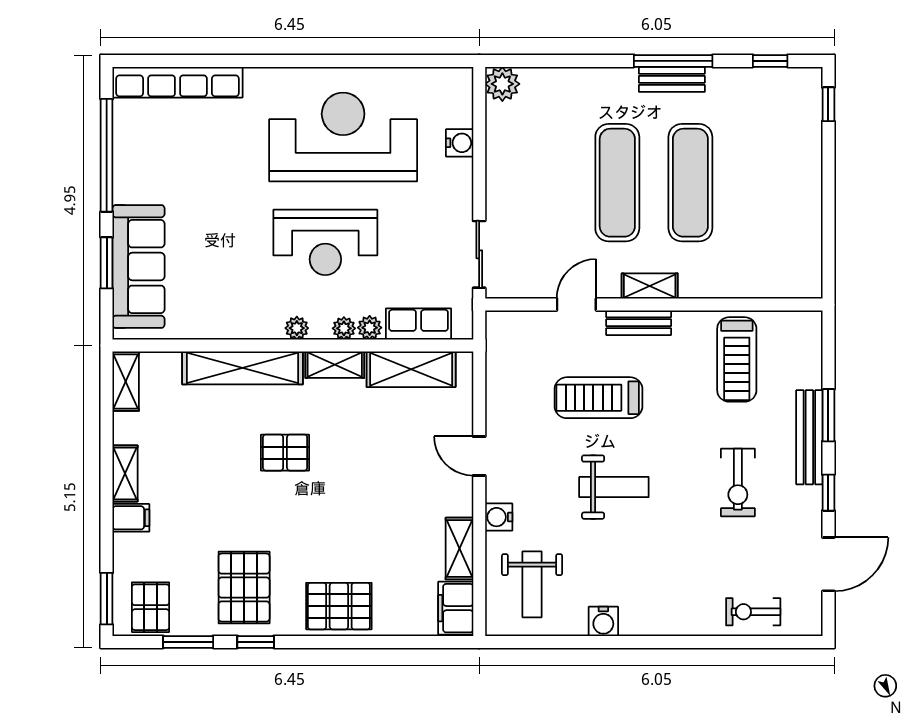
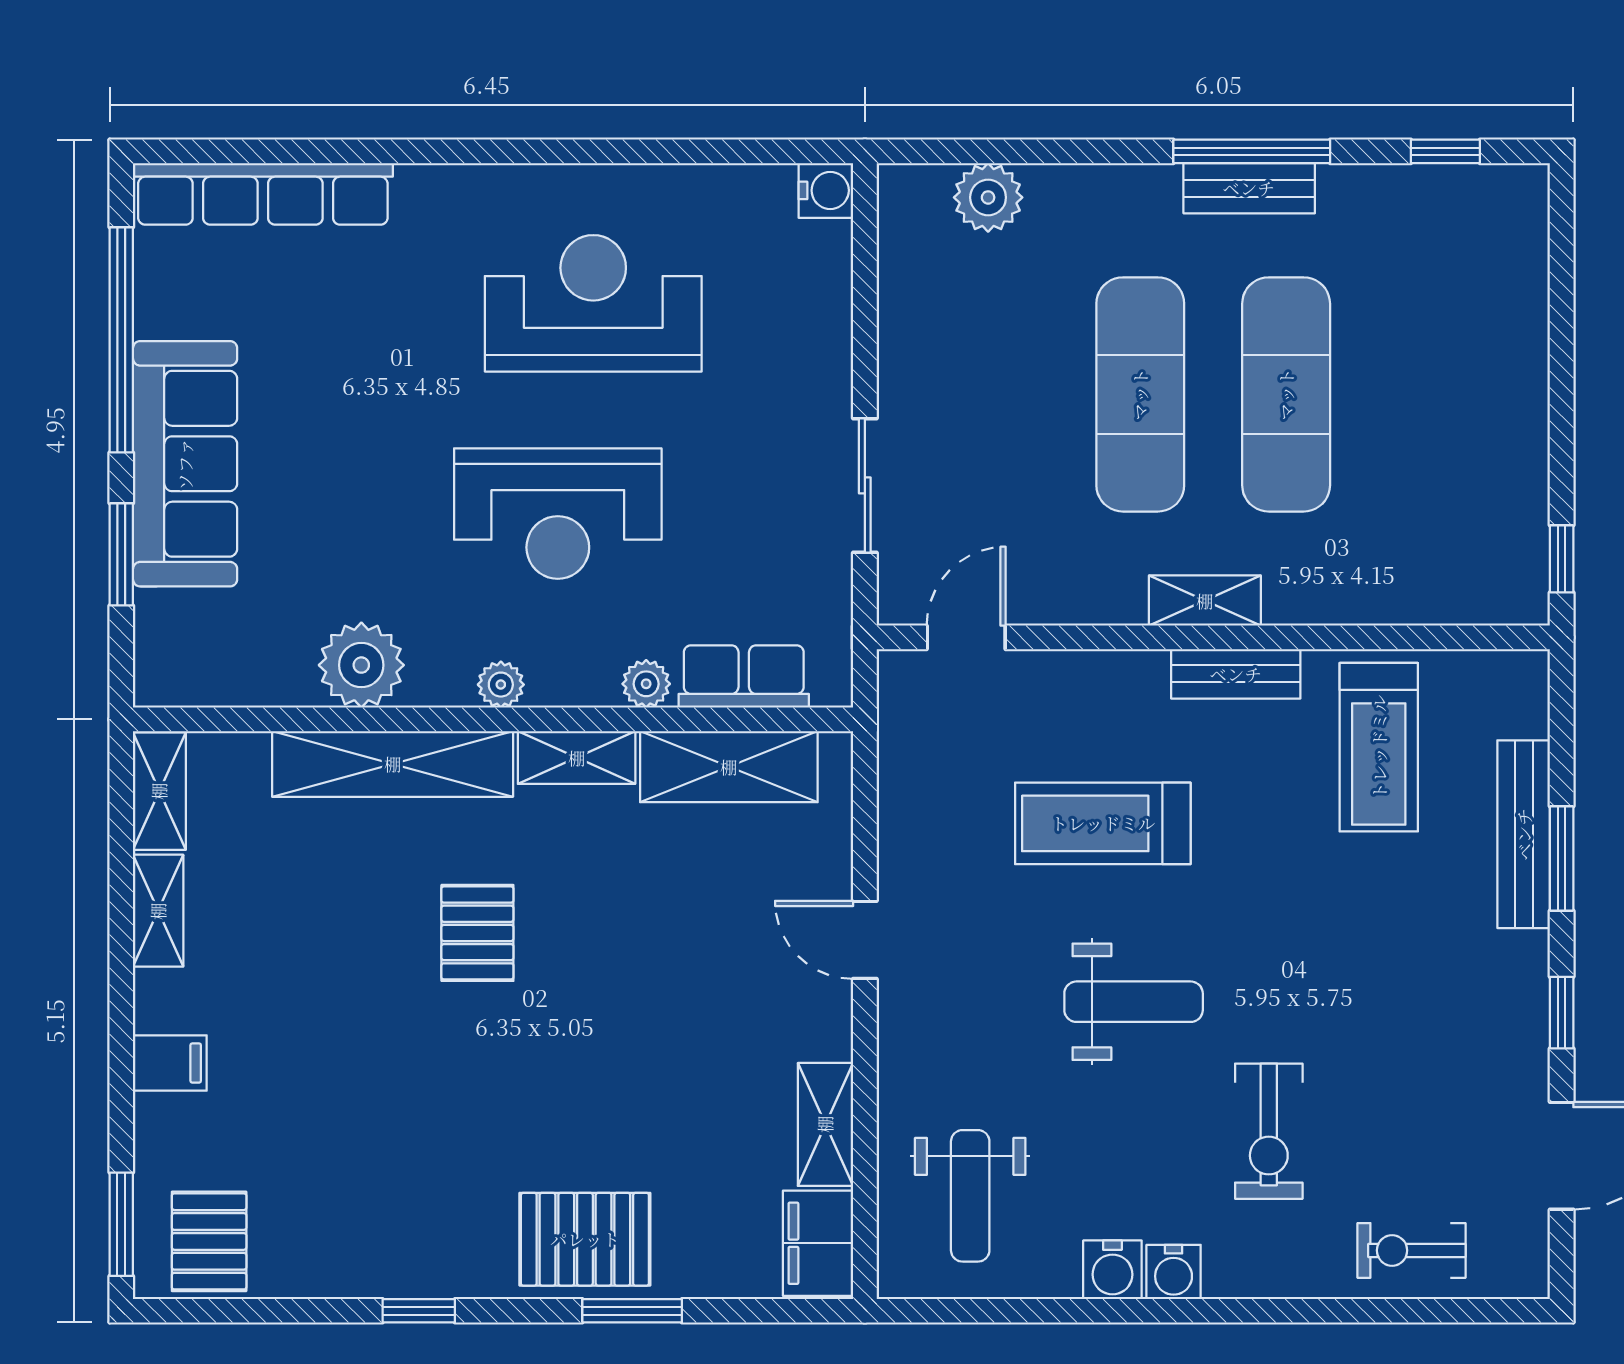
plant: (502, 84) -> (988, 197), moved
window: (828, 104) -> (1562, 559), moved
reception desk: (343, 137) -> (593, 303), width x0.74, depth x0.77
water cooler: (460, 143) -> (826, 190), moved
sliding door: (479, 254) -> (865, 485), moved
sofa: (139, 266) -> (185, 464), moved
door: (576, 304) -> (966, 637), moved
bench: (639, 323) -> (1236, 674), moved
plant: (344, 328) -> (361, 665), moved, width x1.88, depth x1.88
bench: (809, 437) -> (1524, 834), moved
pallet: (285, 453) -> (477, 933), turned 90
shelving: (125, 474) -> (158, 911), moved
exercise bike: (738, 482) -> (1269, 1131), moved
water cooler: (499, 517) -> (1174, 1272), moved, turned -90
pallet: (244, 588) -> (396, 1202), removed
window: (188, 642) -> (632, 1311), moved

